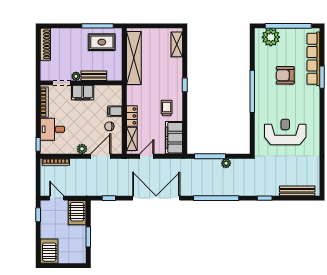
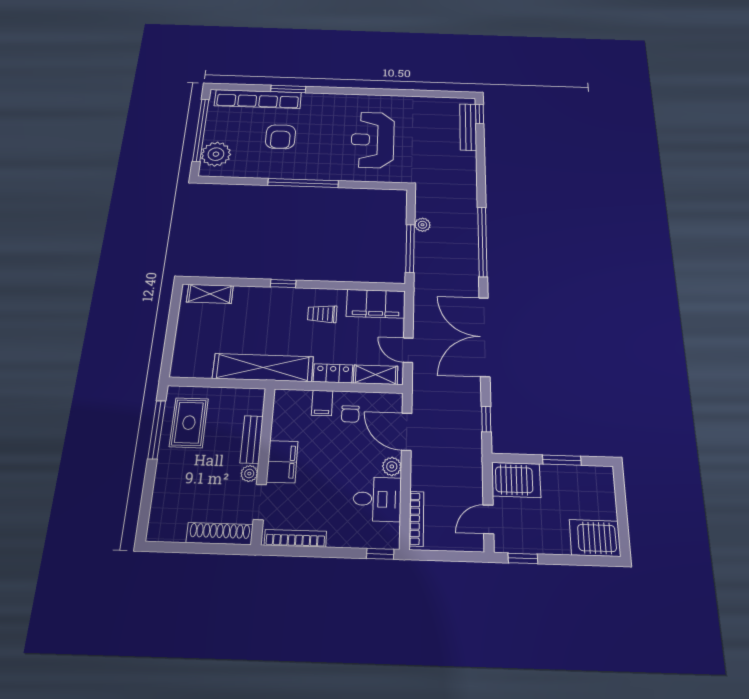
shoe rack: (45, 44) -> (220, 534), moved
shelving: (134, 58) -> (263, 368), moved
desk: (52, 129) -> (377, 499), moved, turned -90
window: (265, 198) -> (480, 114), moved

